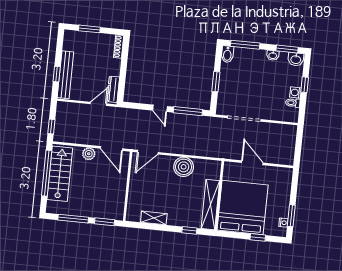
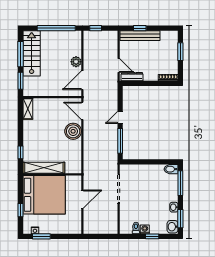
window: (216, 82) -> (147, 162), removed
boiler: (184, 167) -> (73, 131), moved
stairs: (60, 174) -> (32, 53), moved, turned -90
shelving: (154, 218) -> (28, 109), moved

